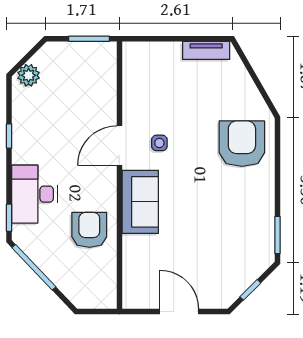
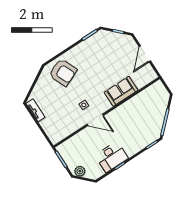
plant: (29, 75) -> (80, 171), moved
armchair: (242, 144) -> (63, 72), turned -113
desk: (34, 194) -> (112, 157), moved
sofa: (140, 202) -> (121, 91), moved
armchair: (89, 230) -> (136, 110), removed

